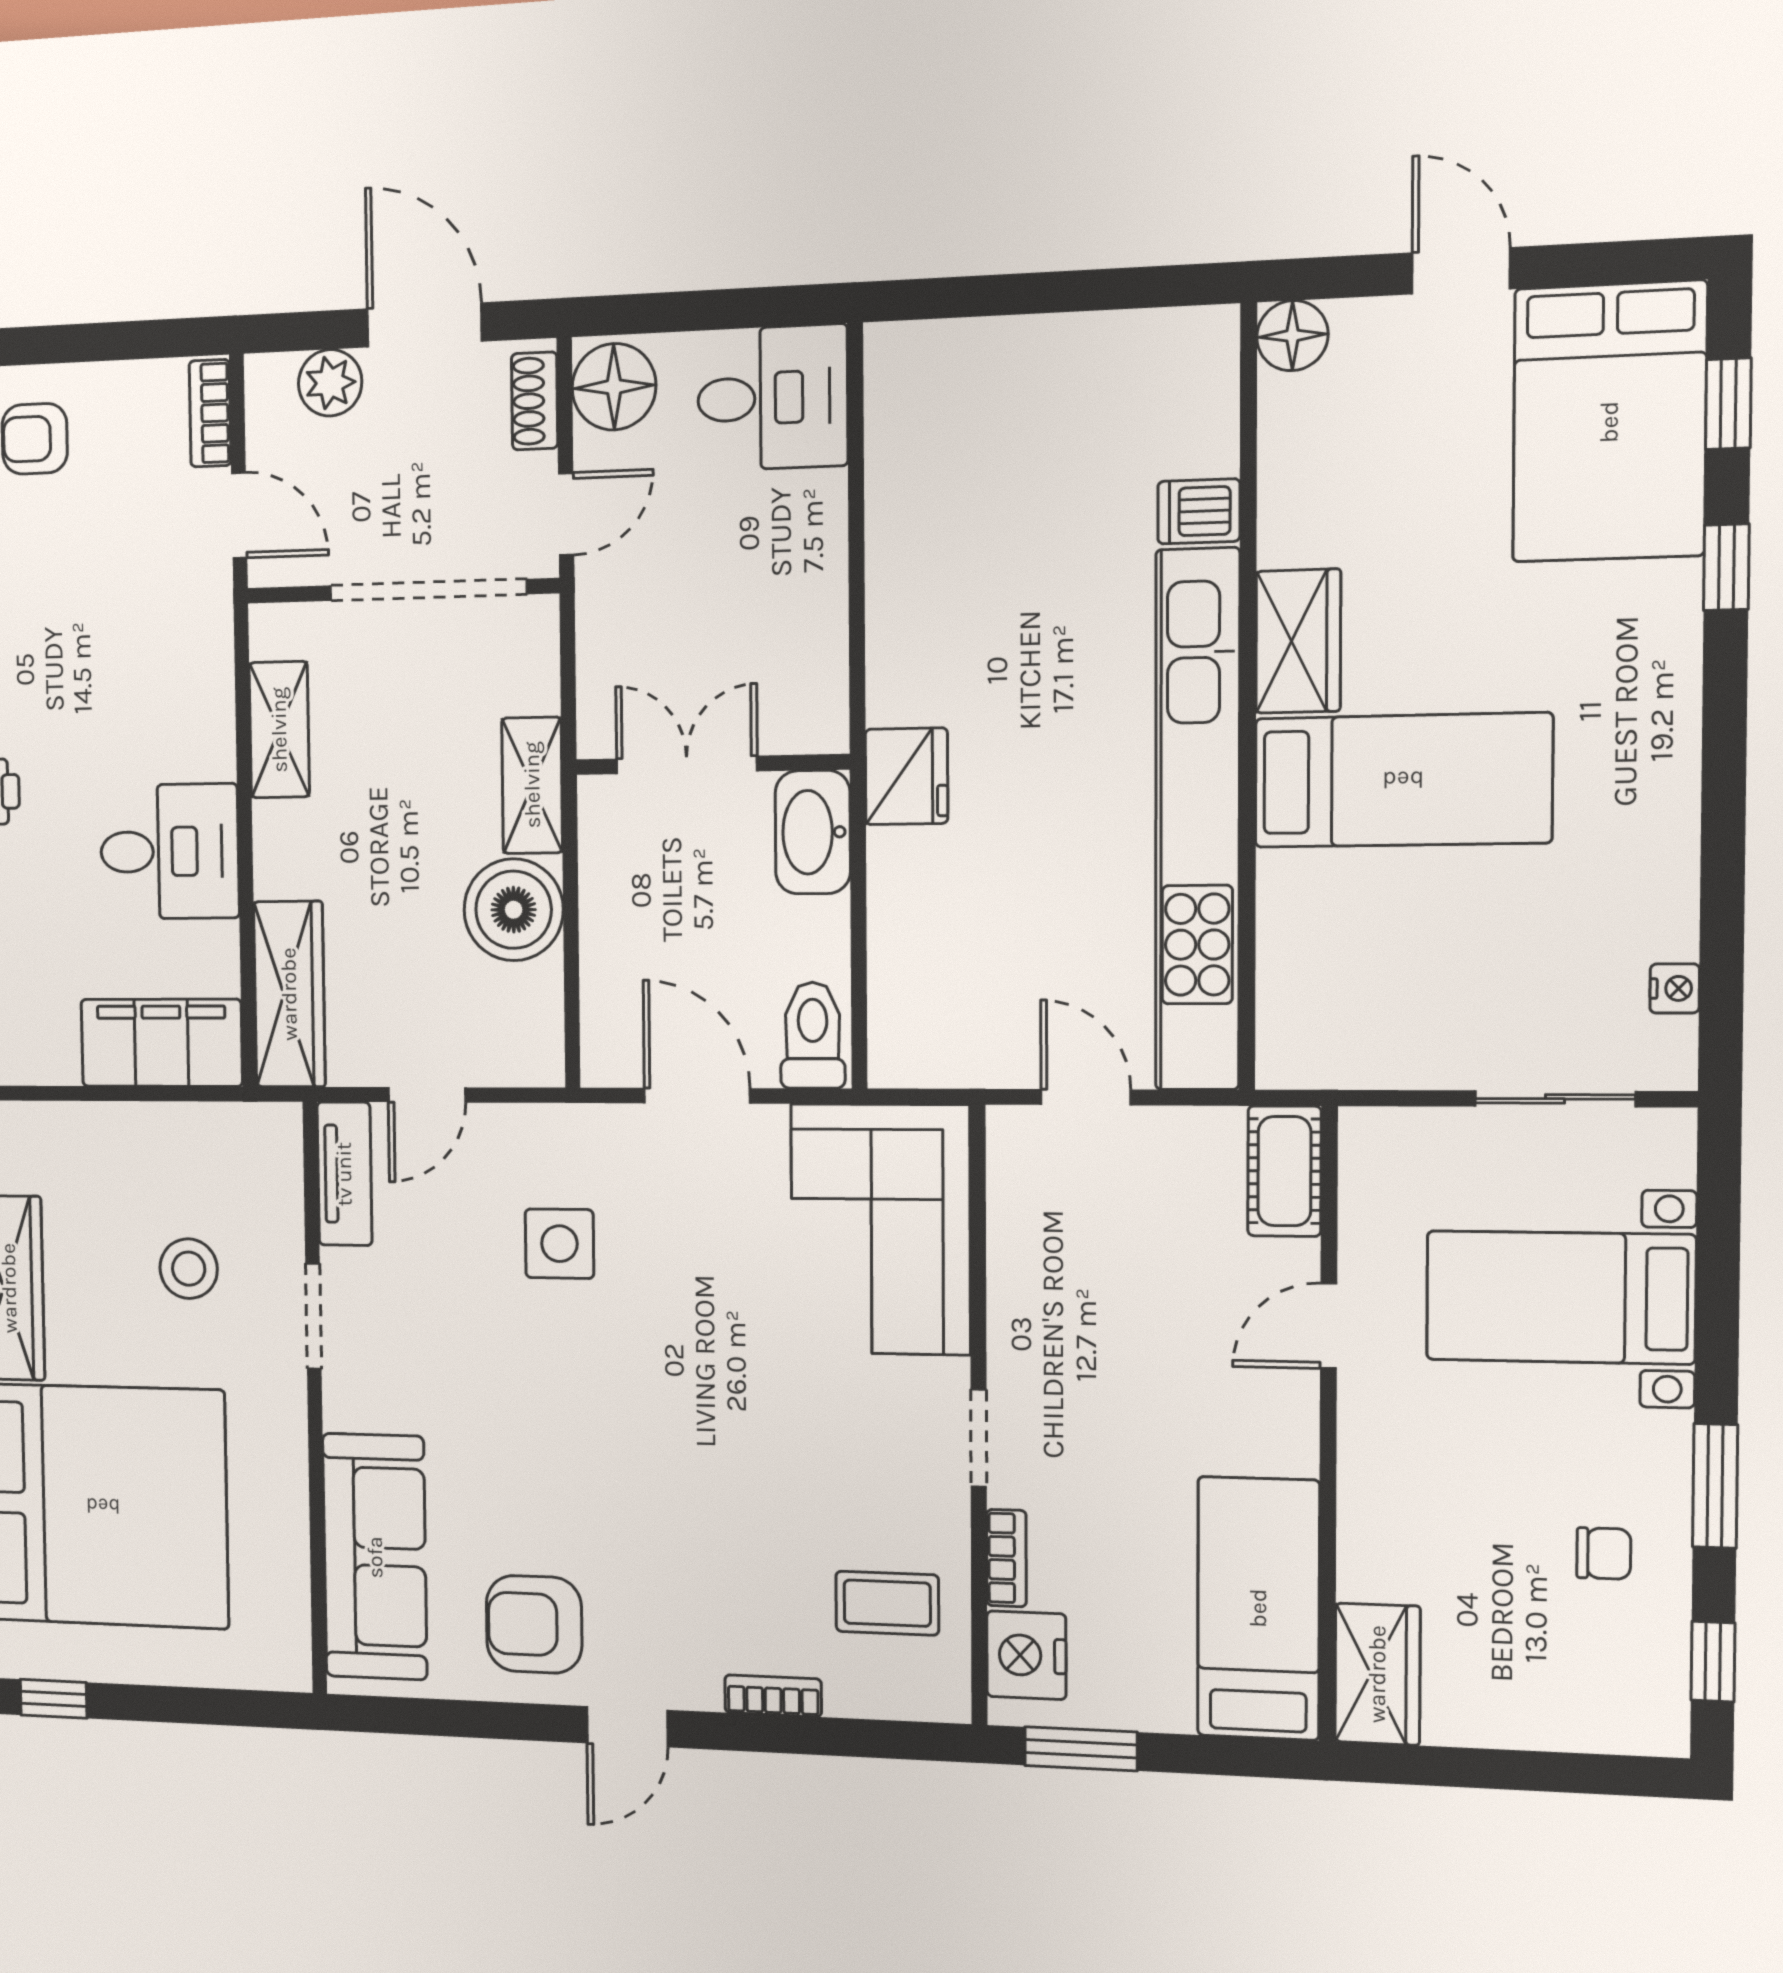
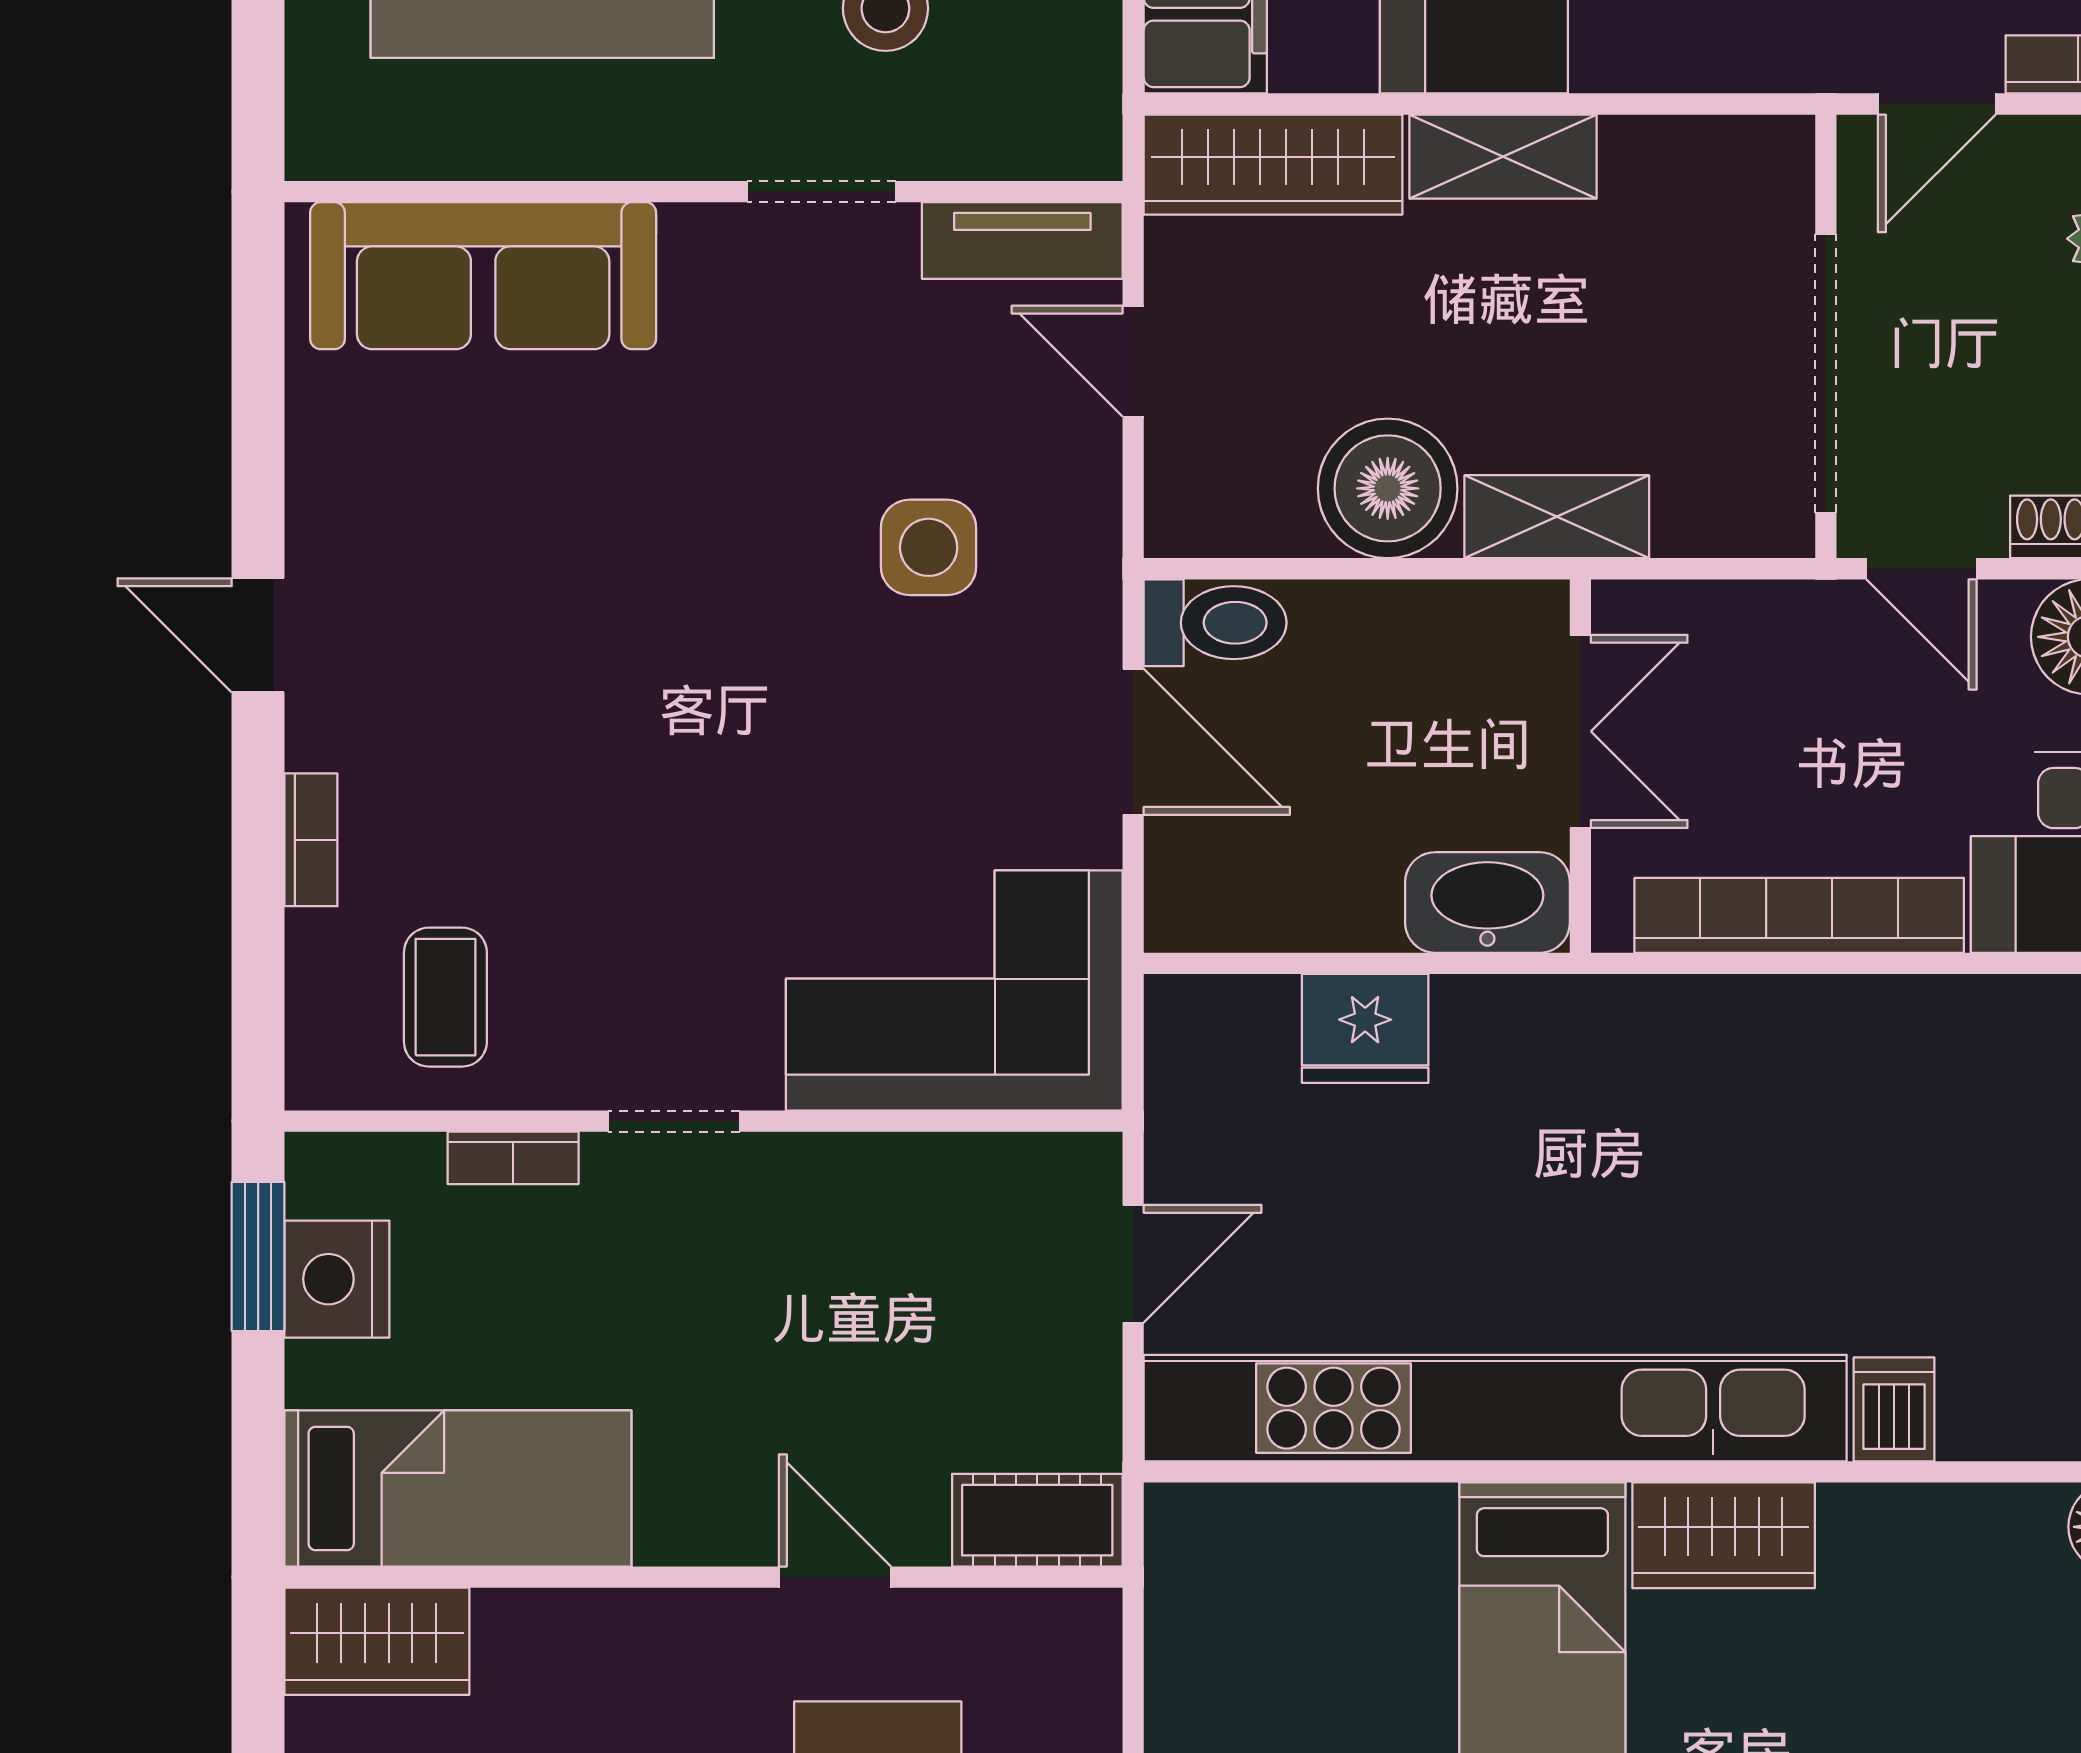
bookcase: (821, 597) -> (1799, 915), added
shelving: (279, 730) -> (1503, 157), moved
fridge: (906, 776) -> (1365, 1028), moved
toilet: (813, 1035) -> (1215, 623), moved
door: (697, 1096) -> (1133, 742), hinge flipped
armchair: (534, 1624) -> (396, 505), removed
nightstand: (1026, 1655) -> (337, 1279), moved, turned -90

